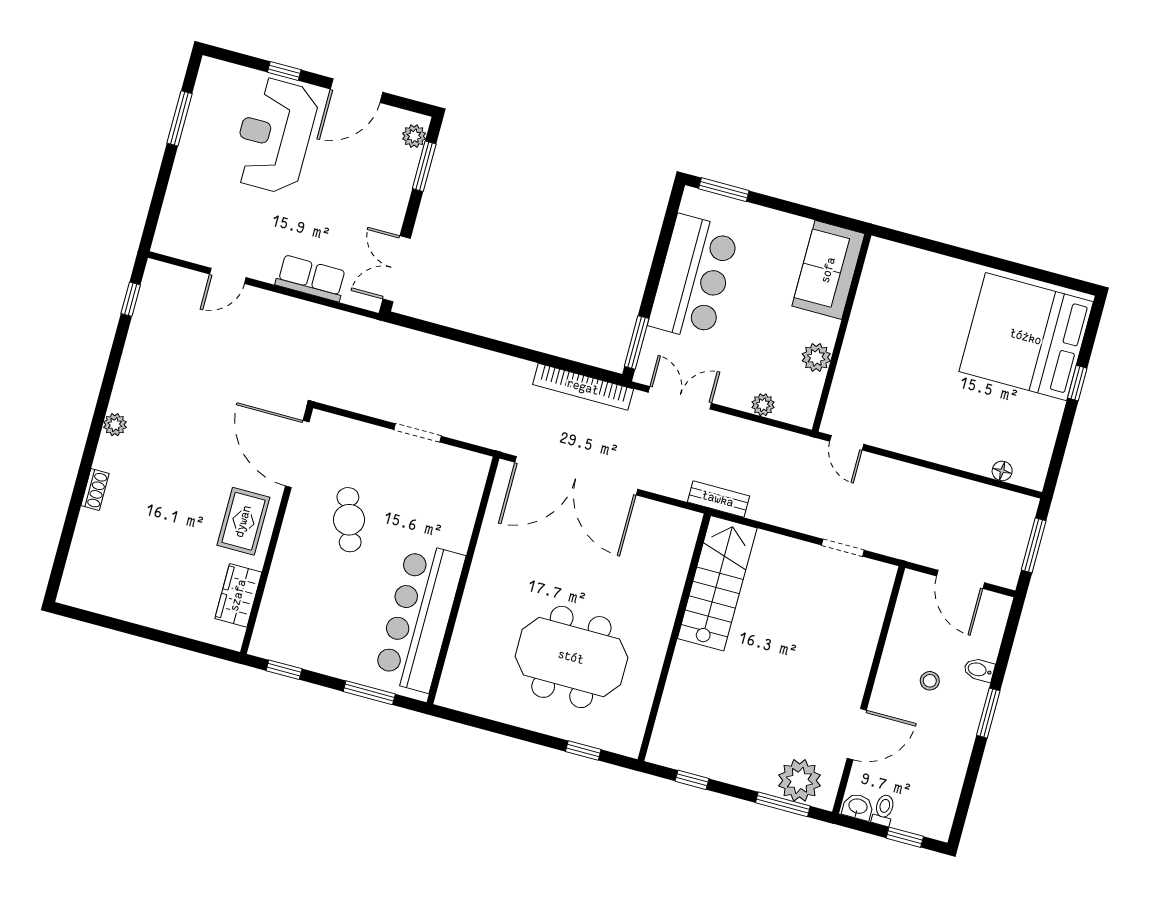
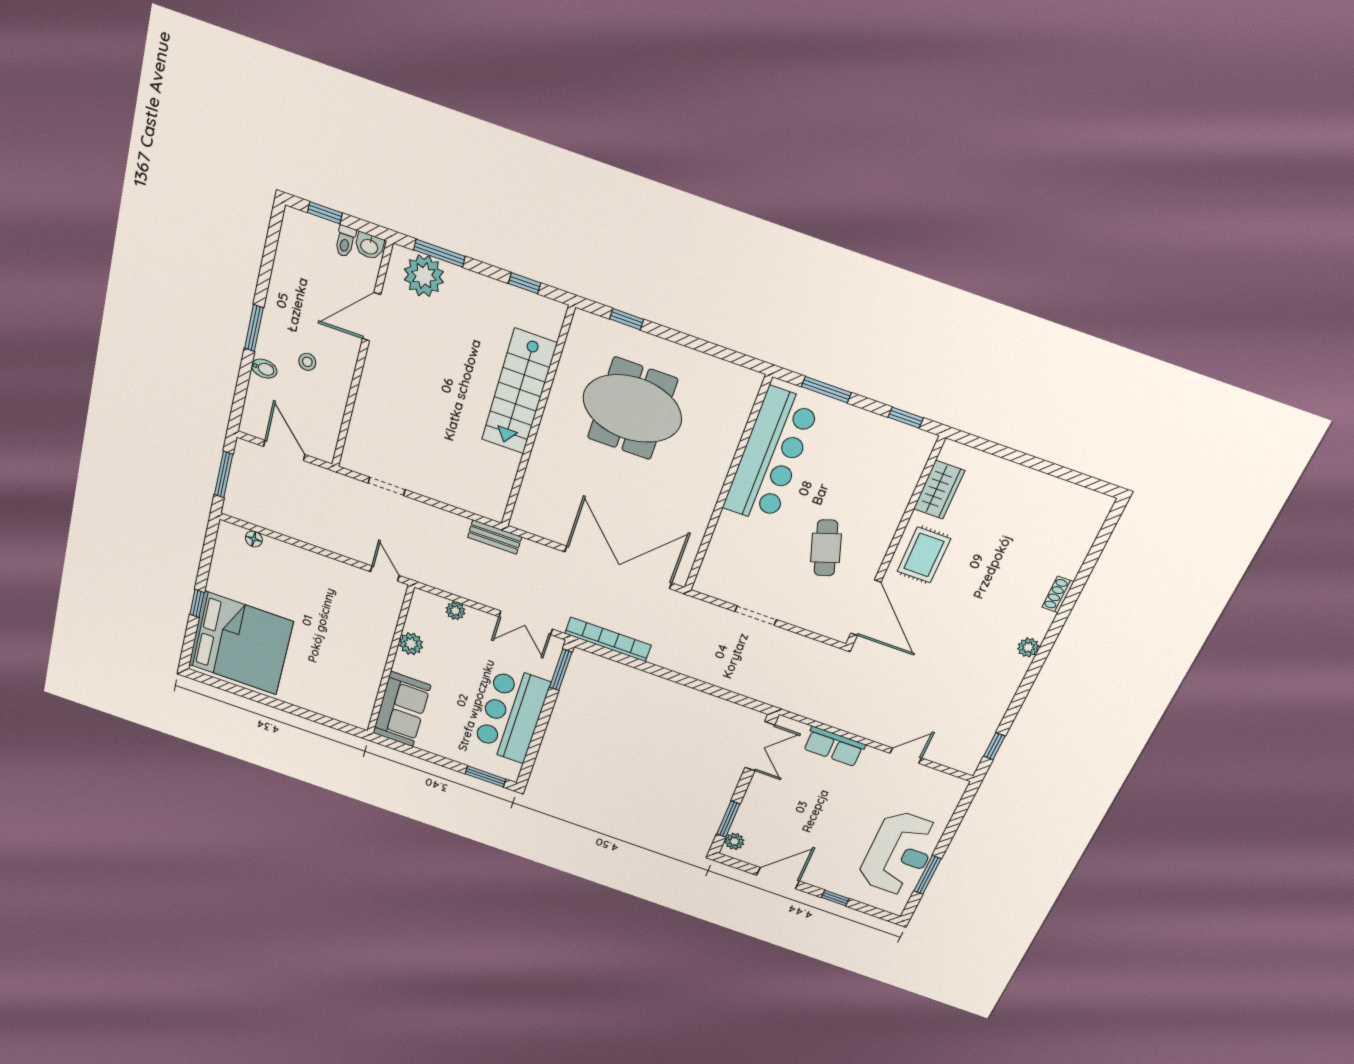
reception desk: (275, 136) -> (899, 853), moved
stairs: (717, 583) -> (519, 392), moved

